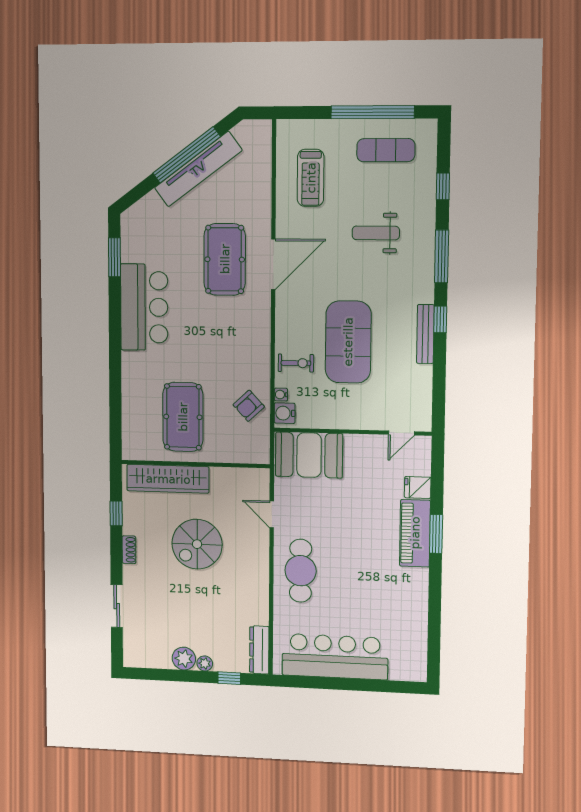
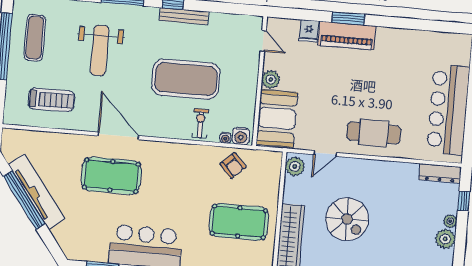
weight bench: (376, 233) -> (100, 50), width x1.36, depth x1.33
plant: (355, 445) -> (271, 79), added
plant: (254, 479) -> (295, 166), added

